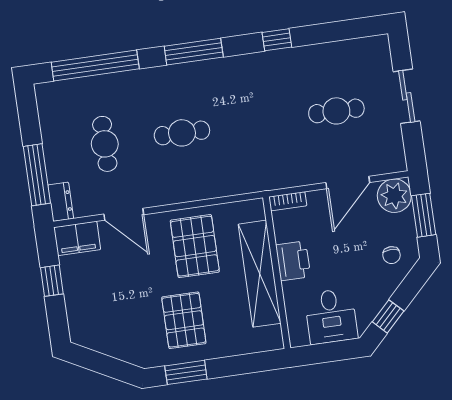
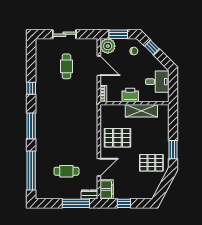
cafe table: (182, 133) -> (66, 136), removed
shelving: (260, 274) -> (141, 111), width x0.68
window: (388, 316) -> (152, 47), moved
pallet: (184, 320) -> (151, 163), moved

